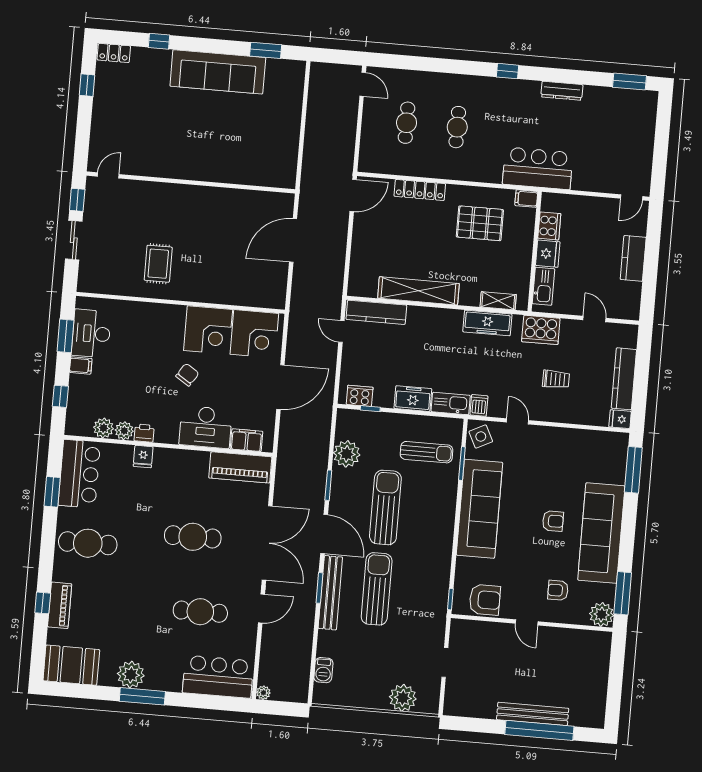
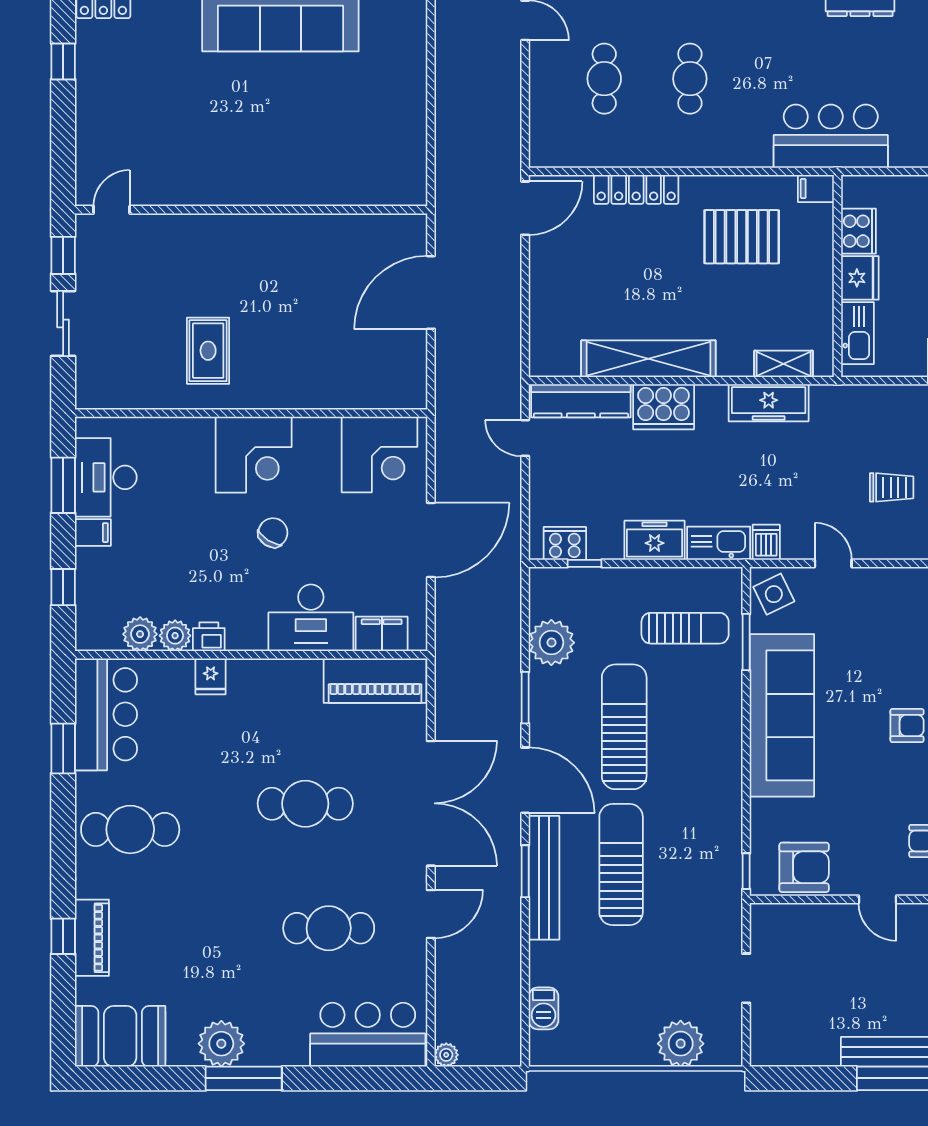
corner desk: (208, 330) -> (254, 455), moved
cooker: (541, 330) -> (664, 407), moved

